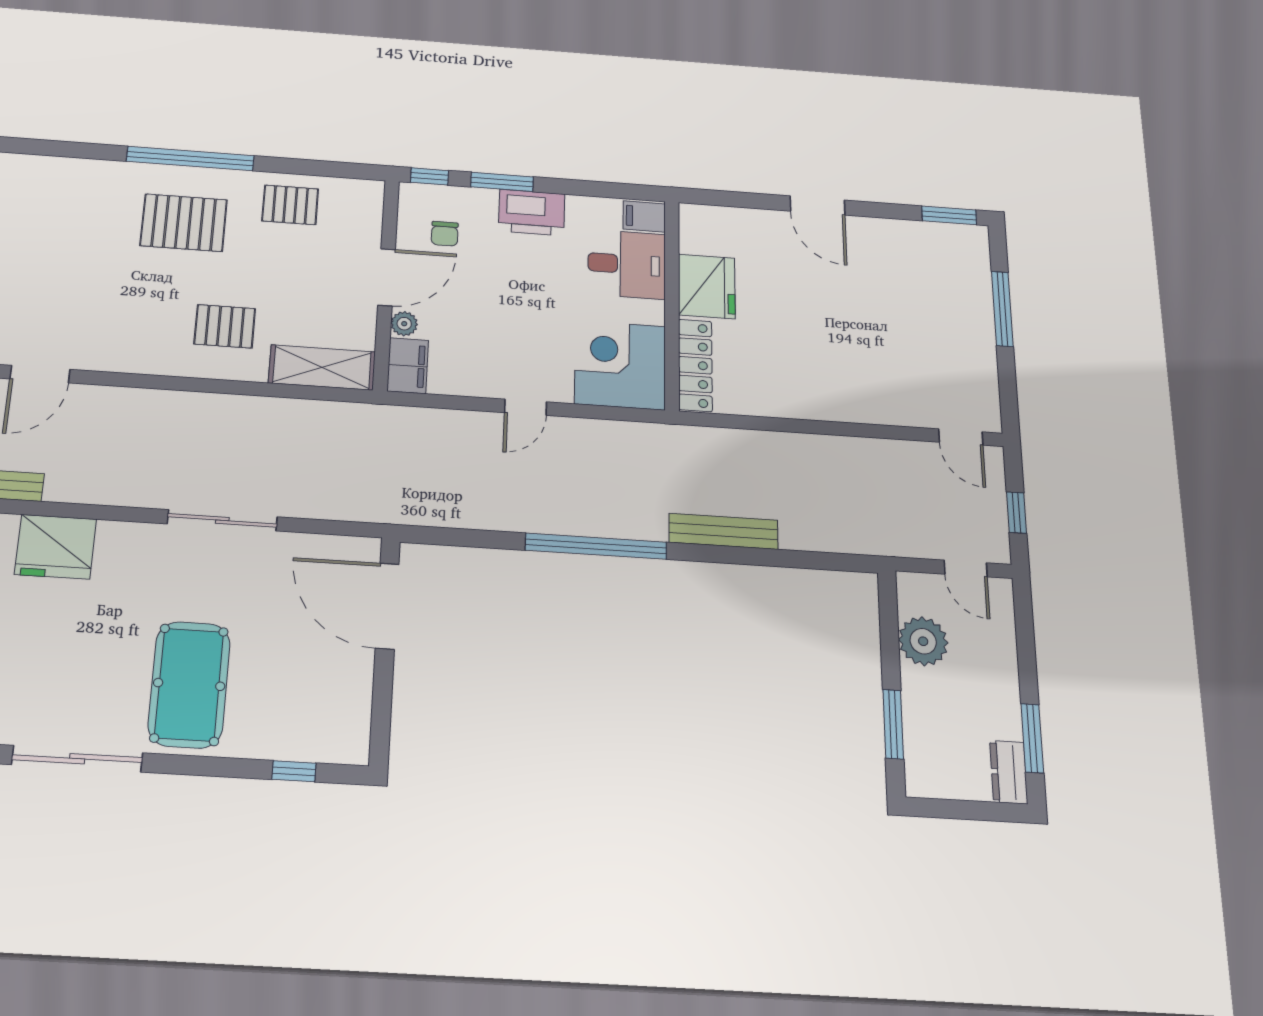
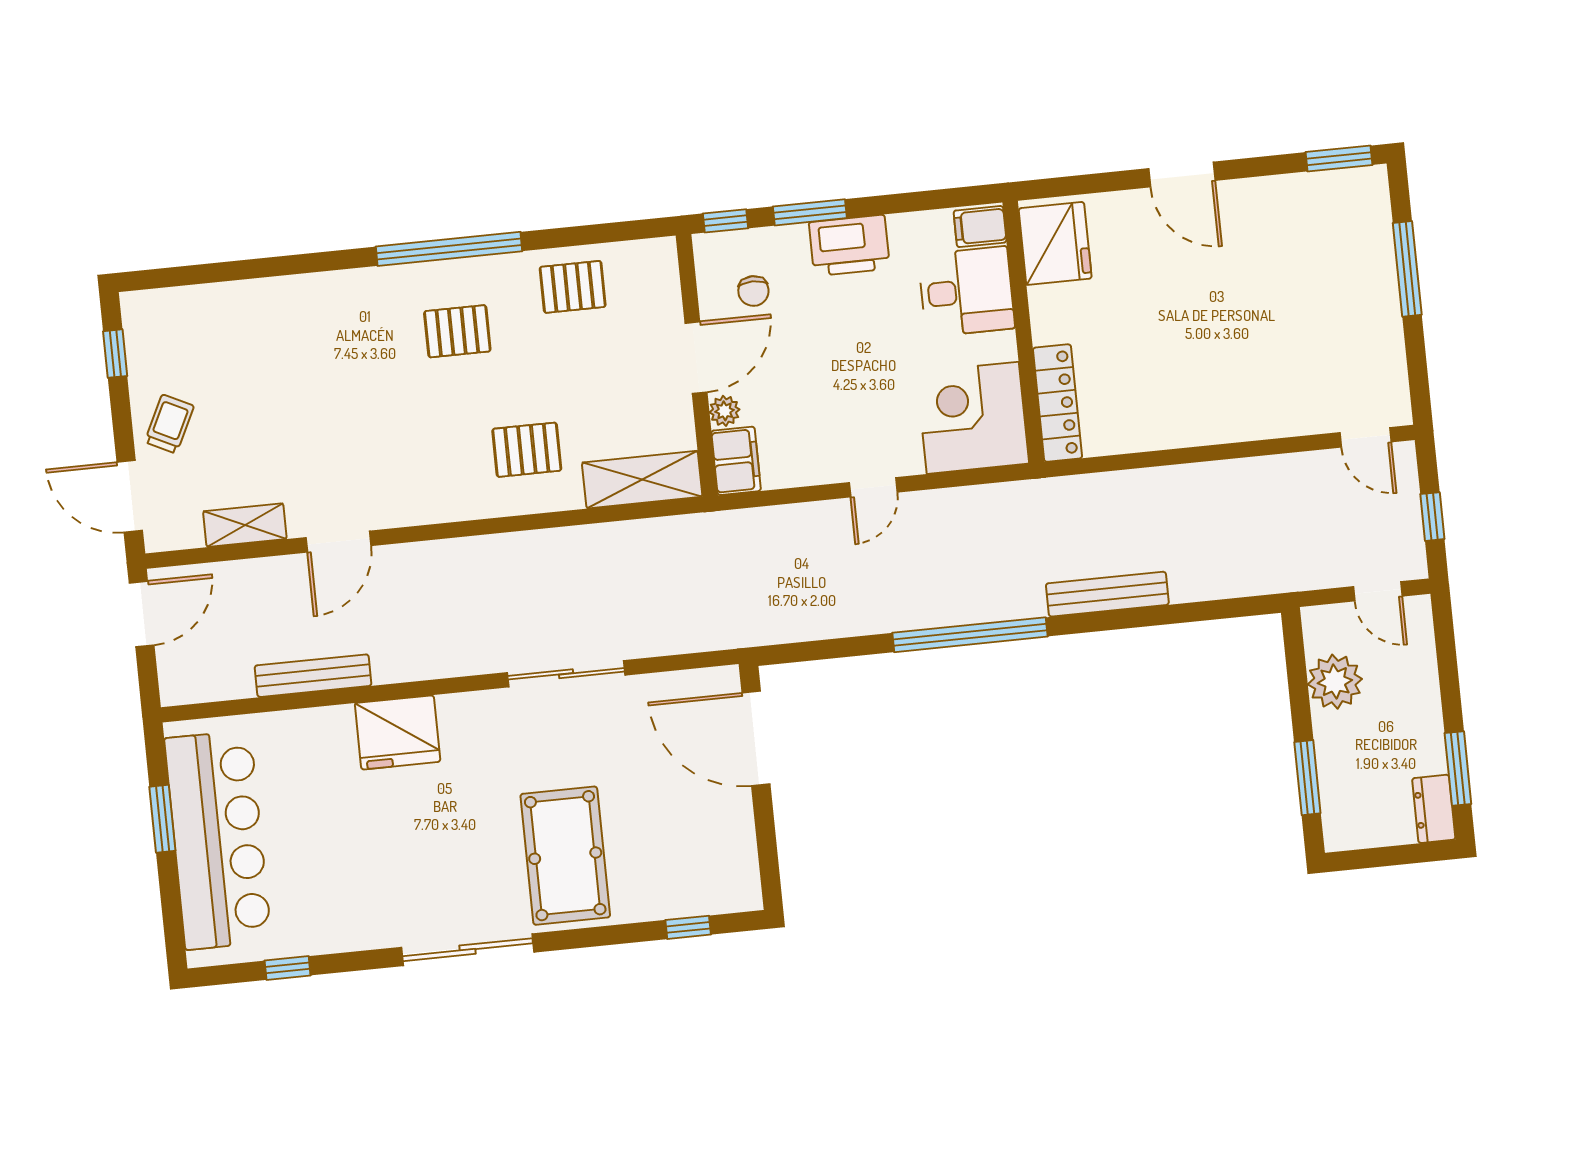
pallet: (184, 223) -> (457, 331), width x0.67, depth x0.71
fridge: (707, 286) -> (1055, 243), moved

